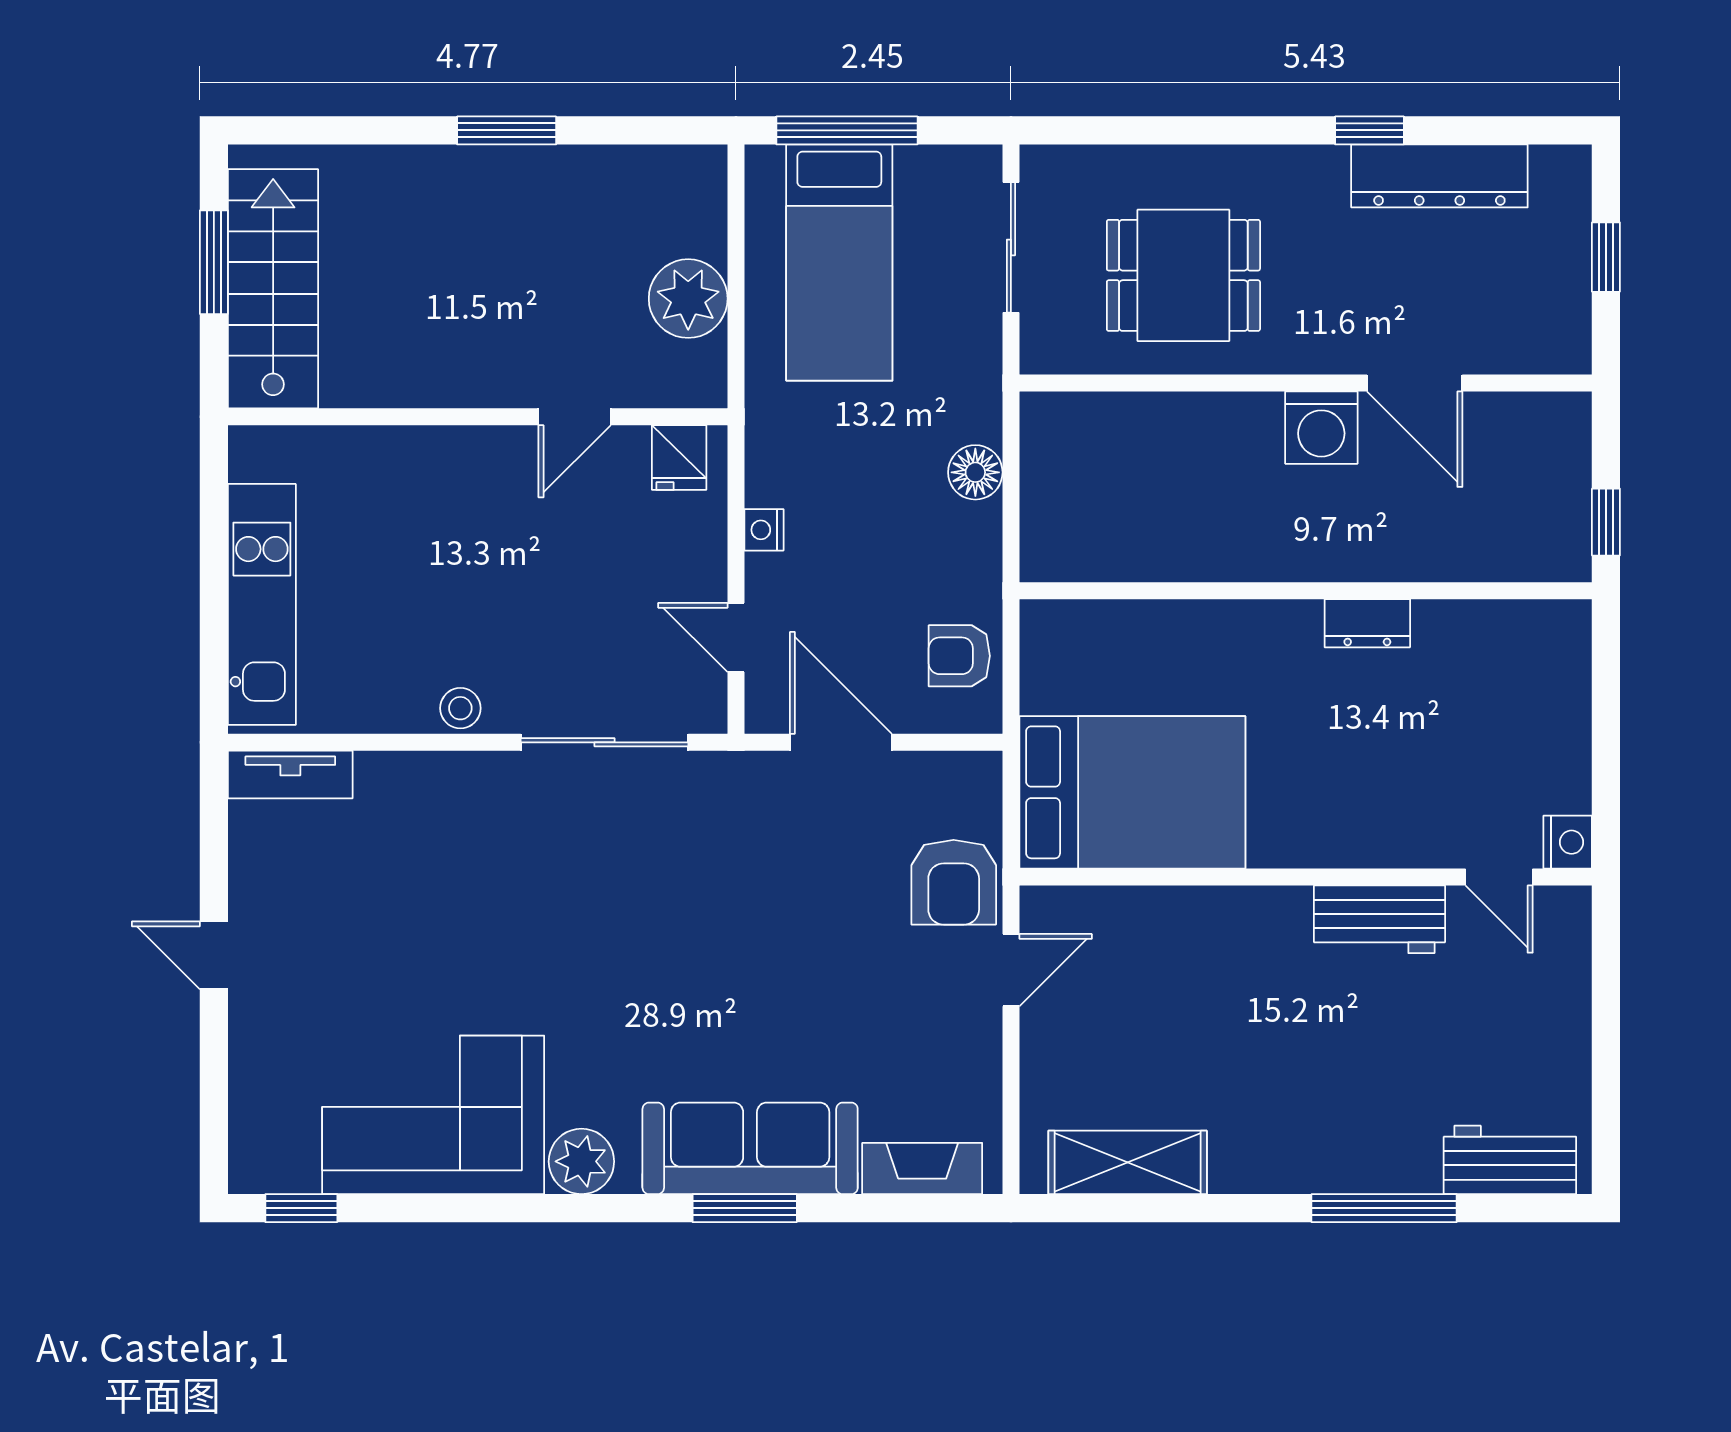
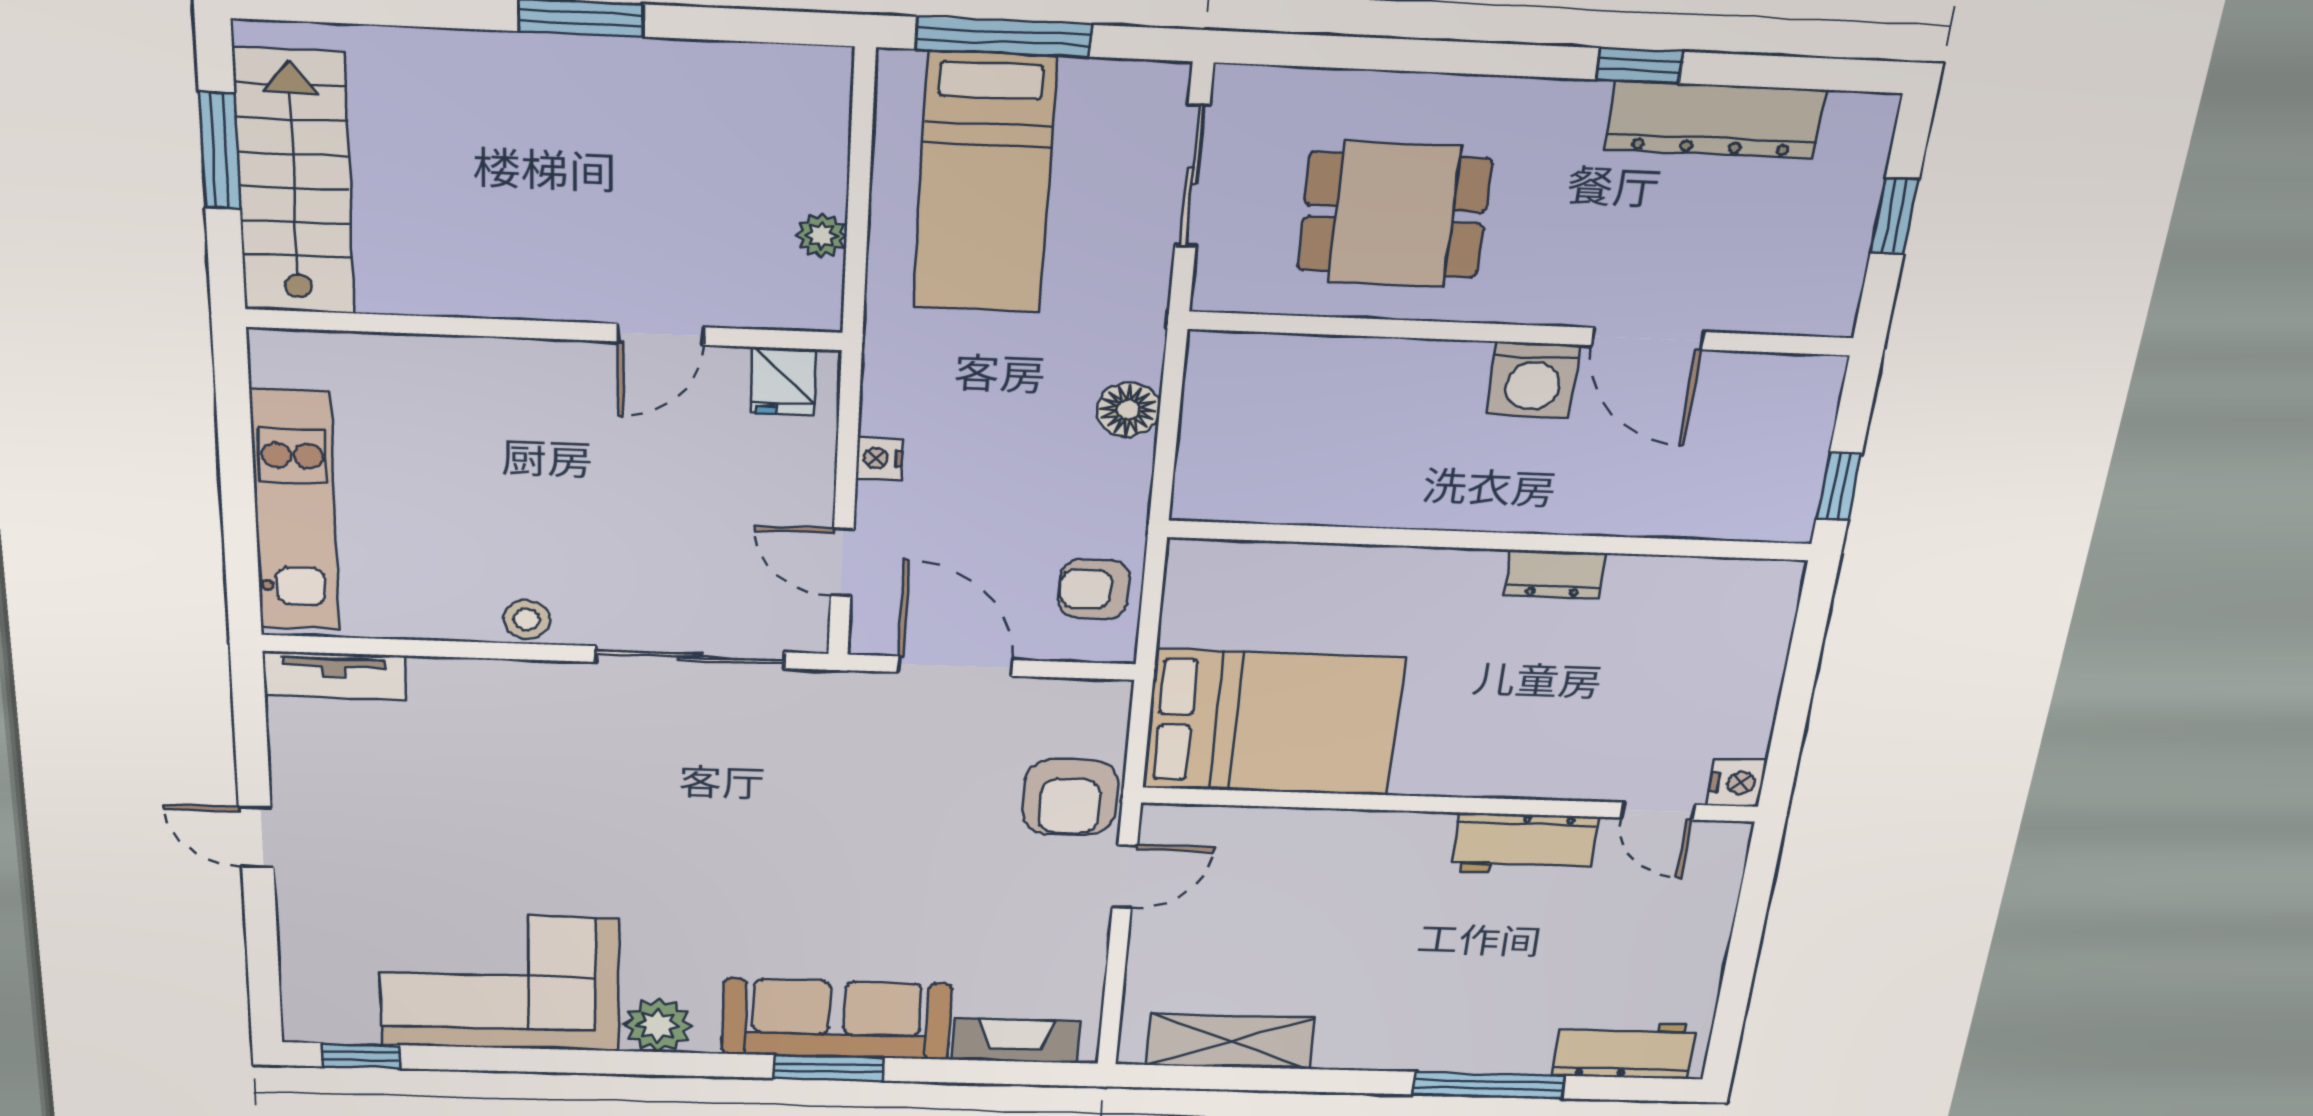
plant: (688, 299) -> (821, 235), width x0.53, depth x0.53

